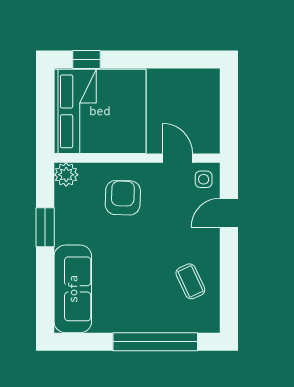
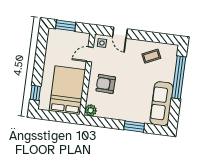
window: (229, 102) -> (66, 26), added
bed: (100, 111) -> (67, 90), width x0.73
window: (45, 227) -> (134, 127), moved
sofa: (73, 289) -> (161, 104), moved, turned -90

